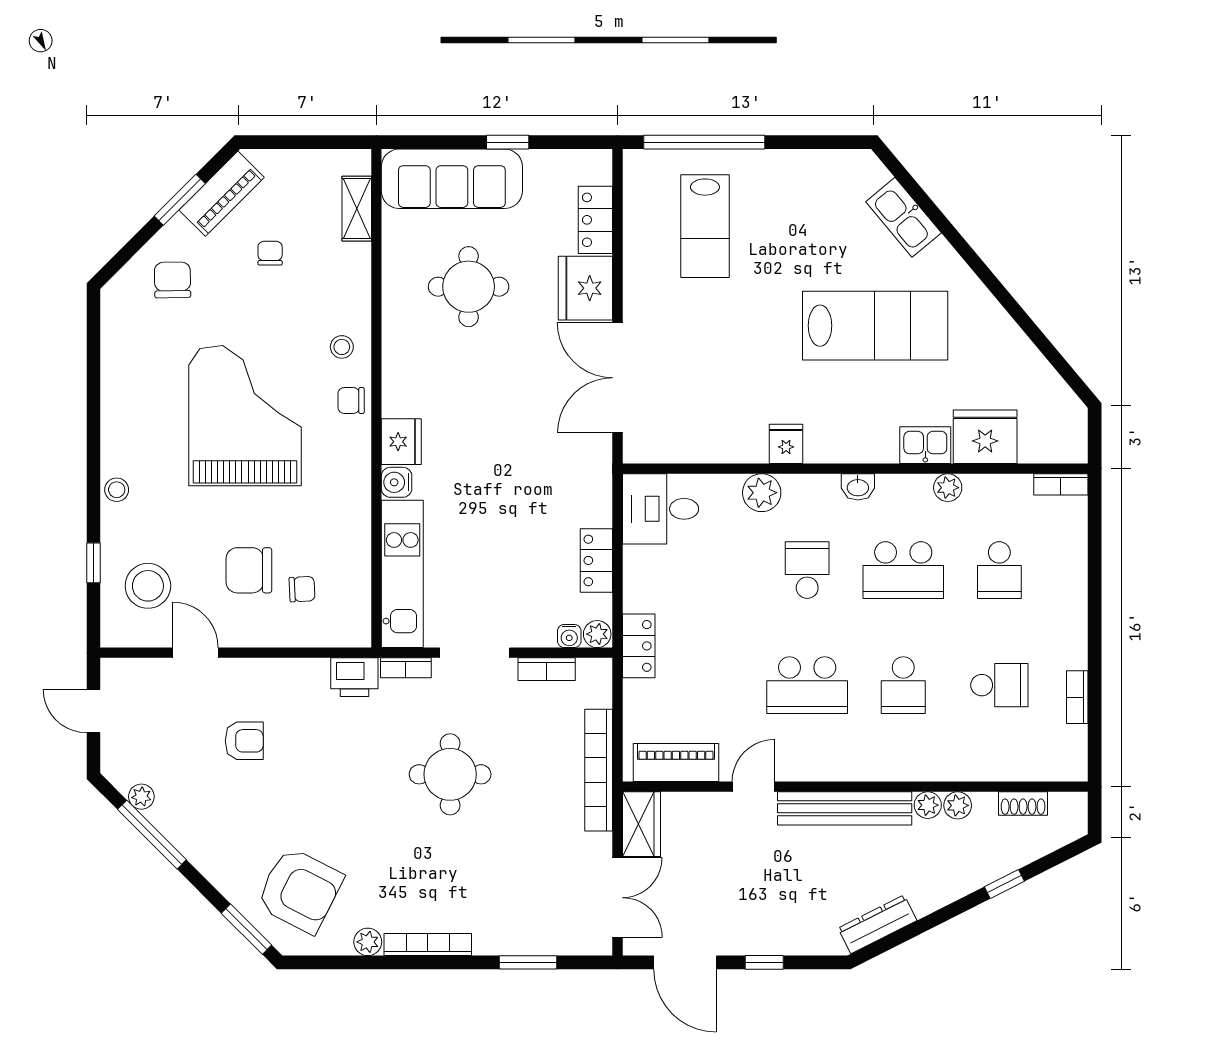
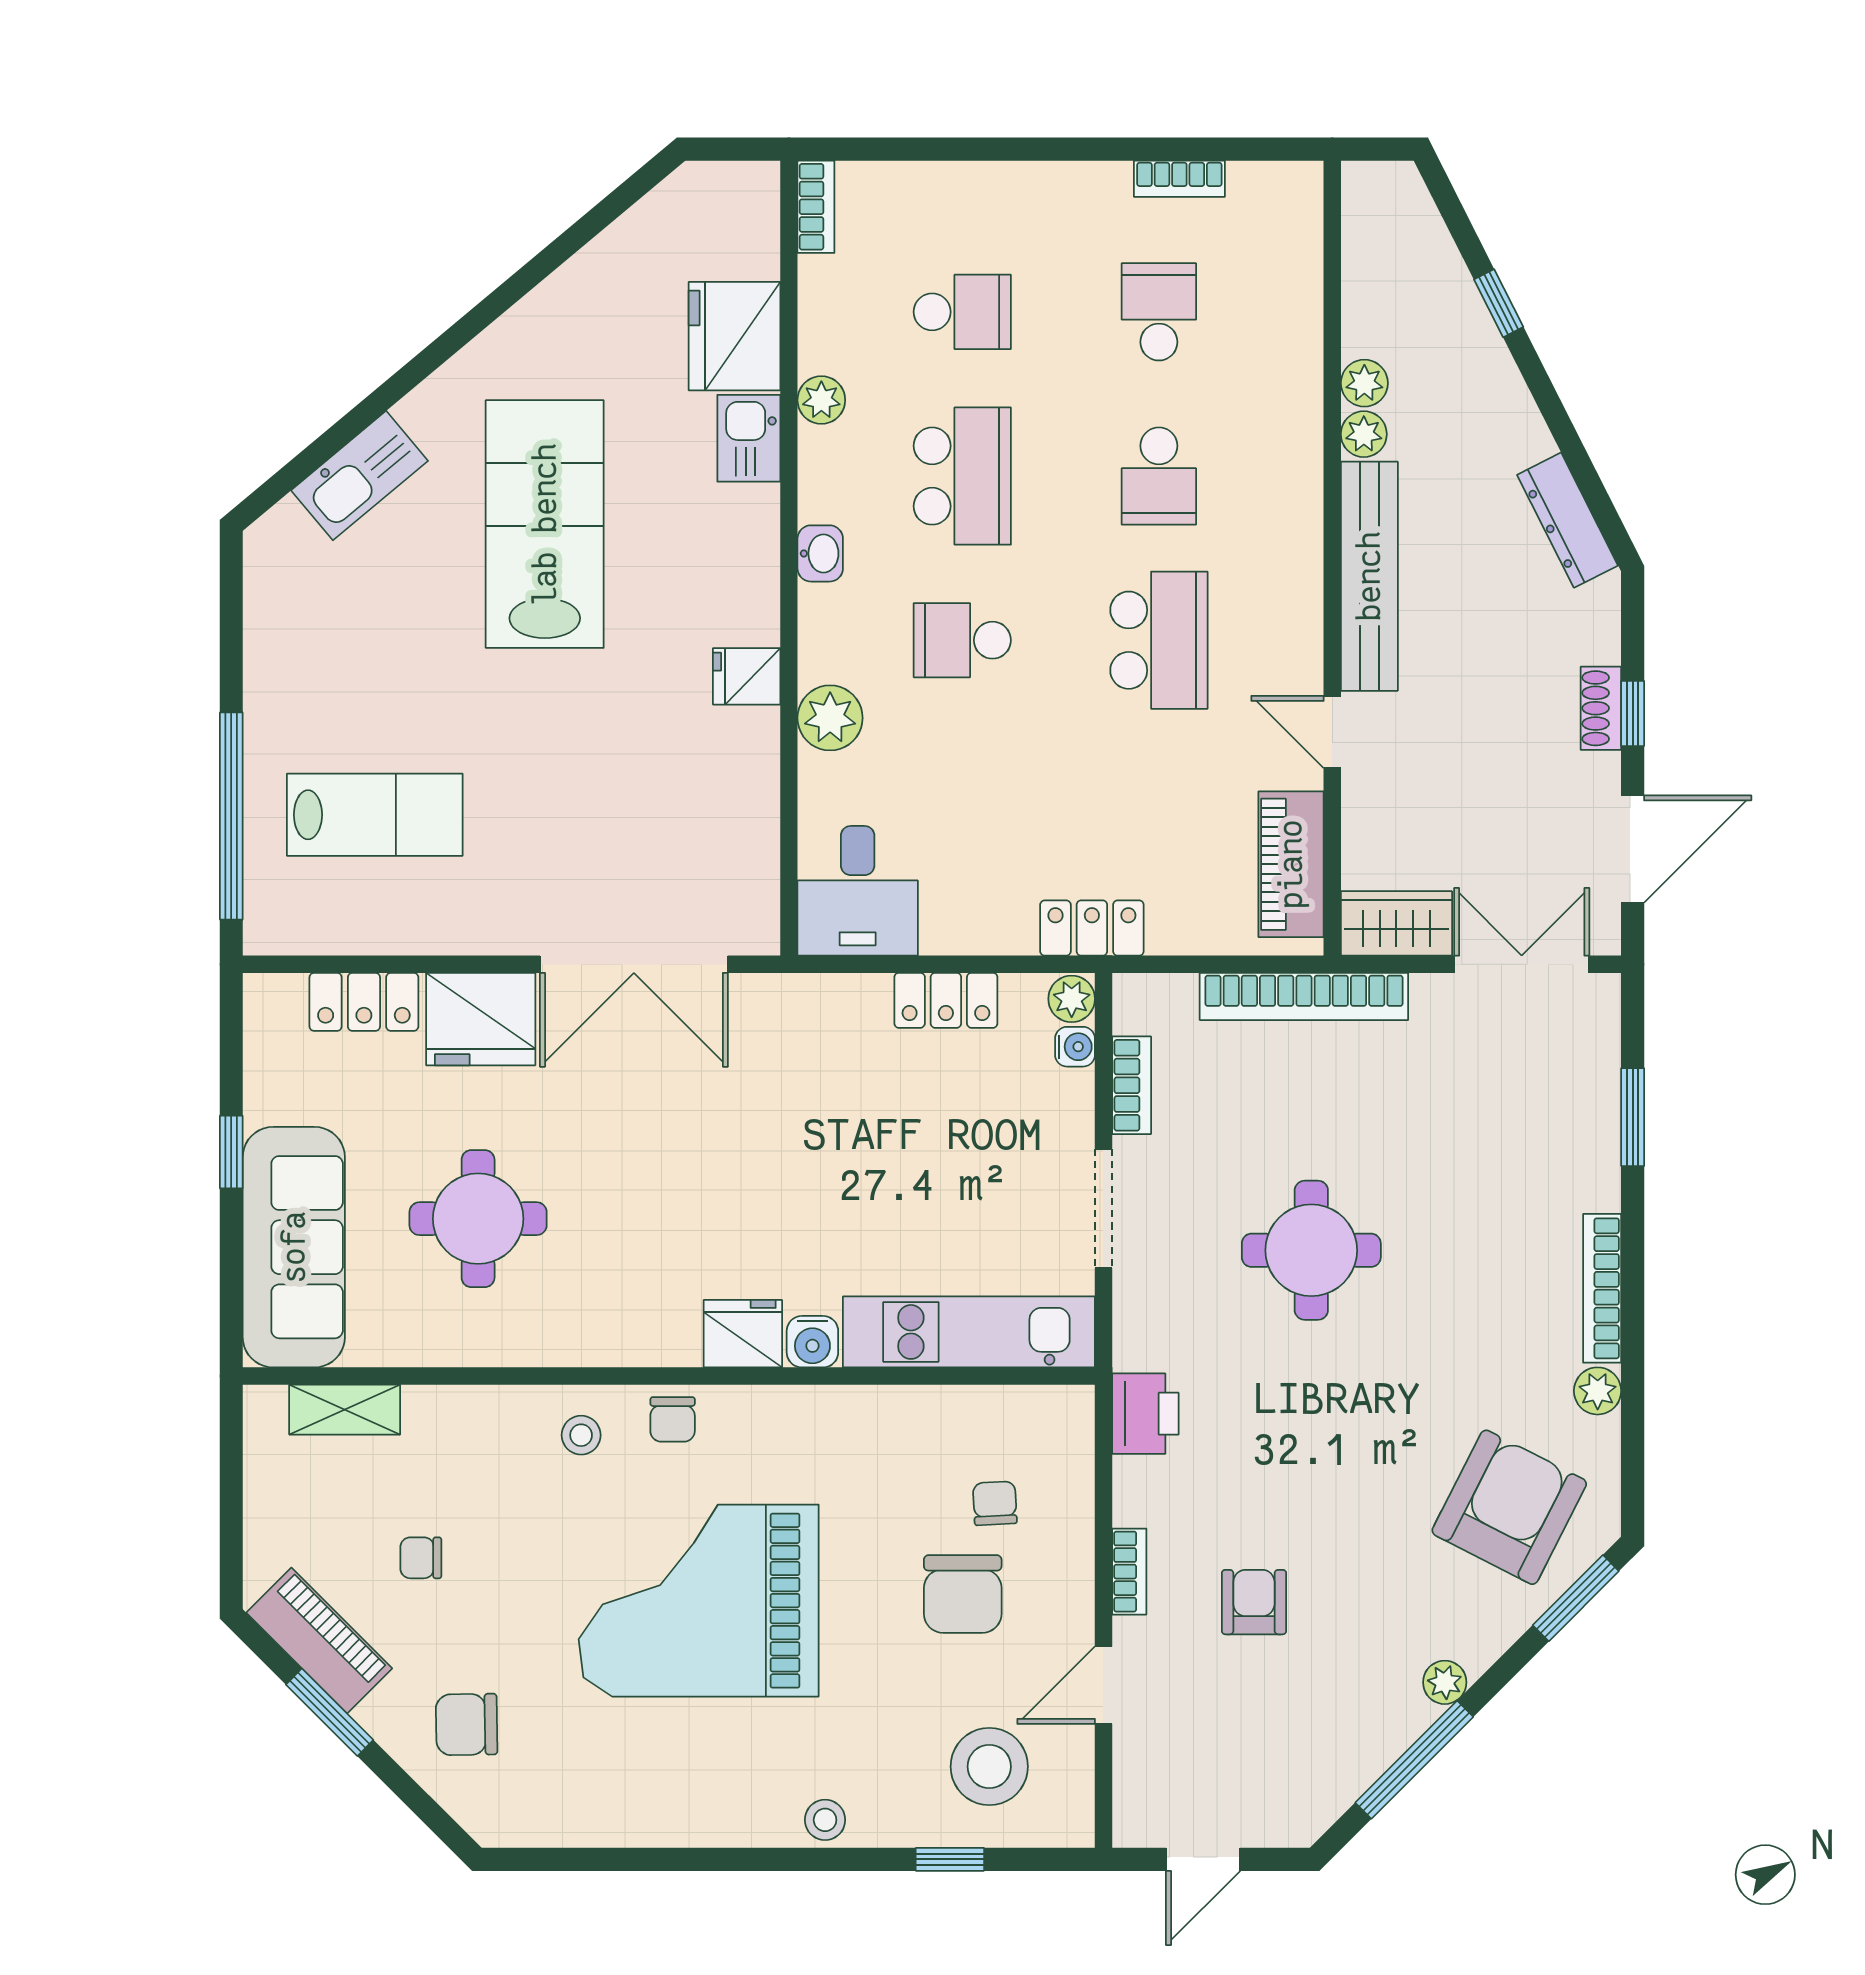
bookcase: (406, 668) -> (1129, 1572), moved
school desk: (903, 685) -> (1159, 476), turned 90
plant: (141, 797) -> (1445, 1682), moved
shoe rack: (1023, 803) -> (1601, 708), moved, turned 180

